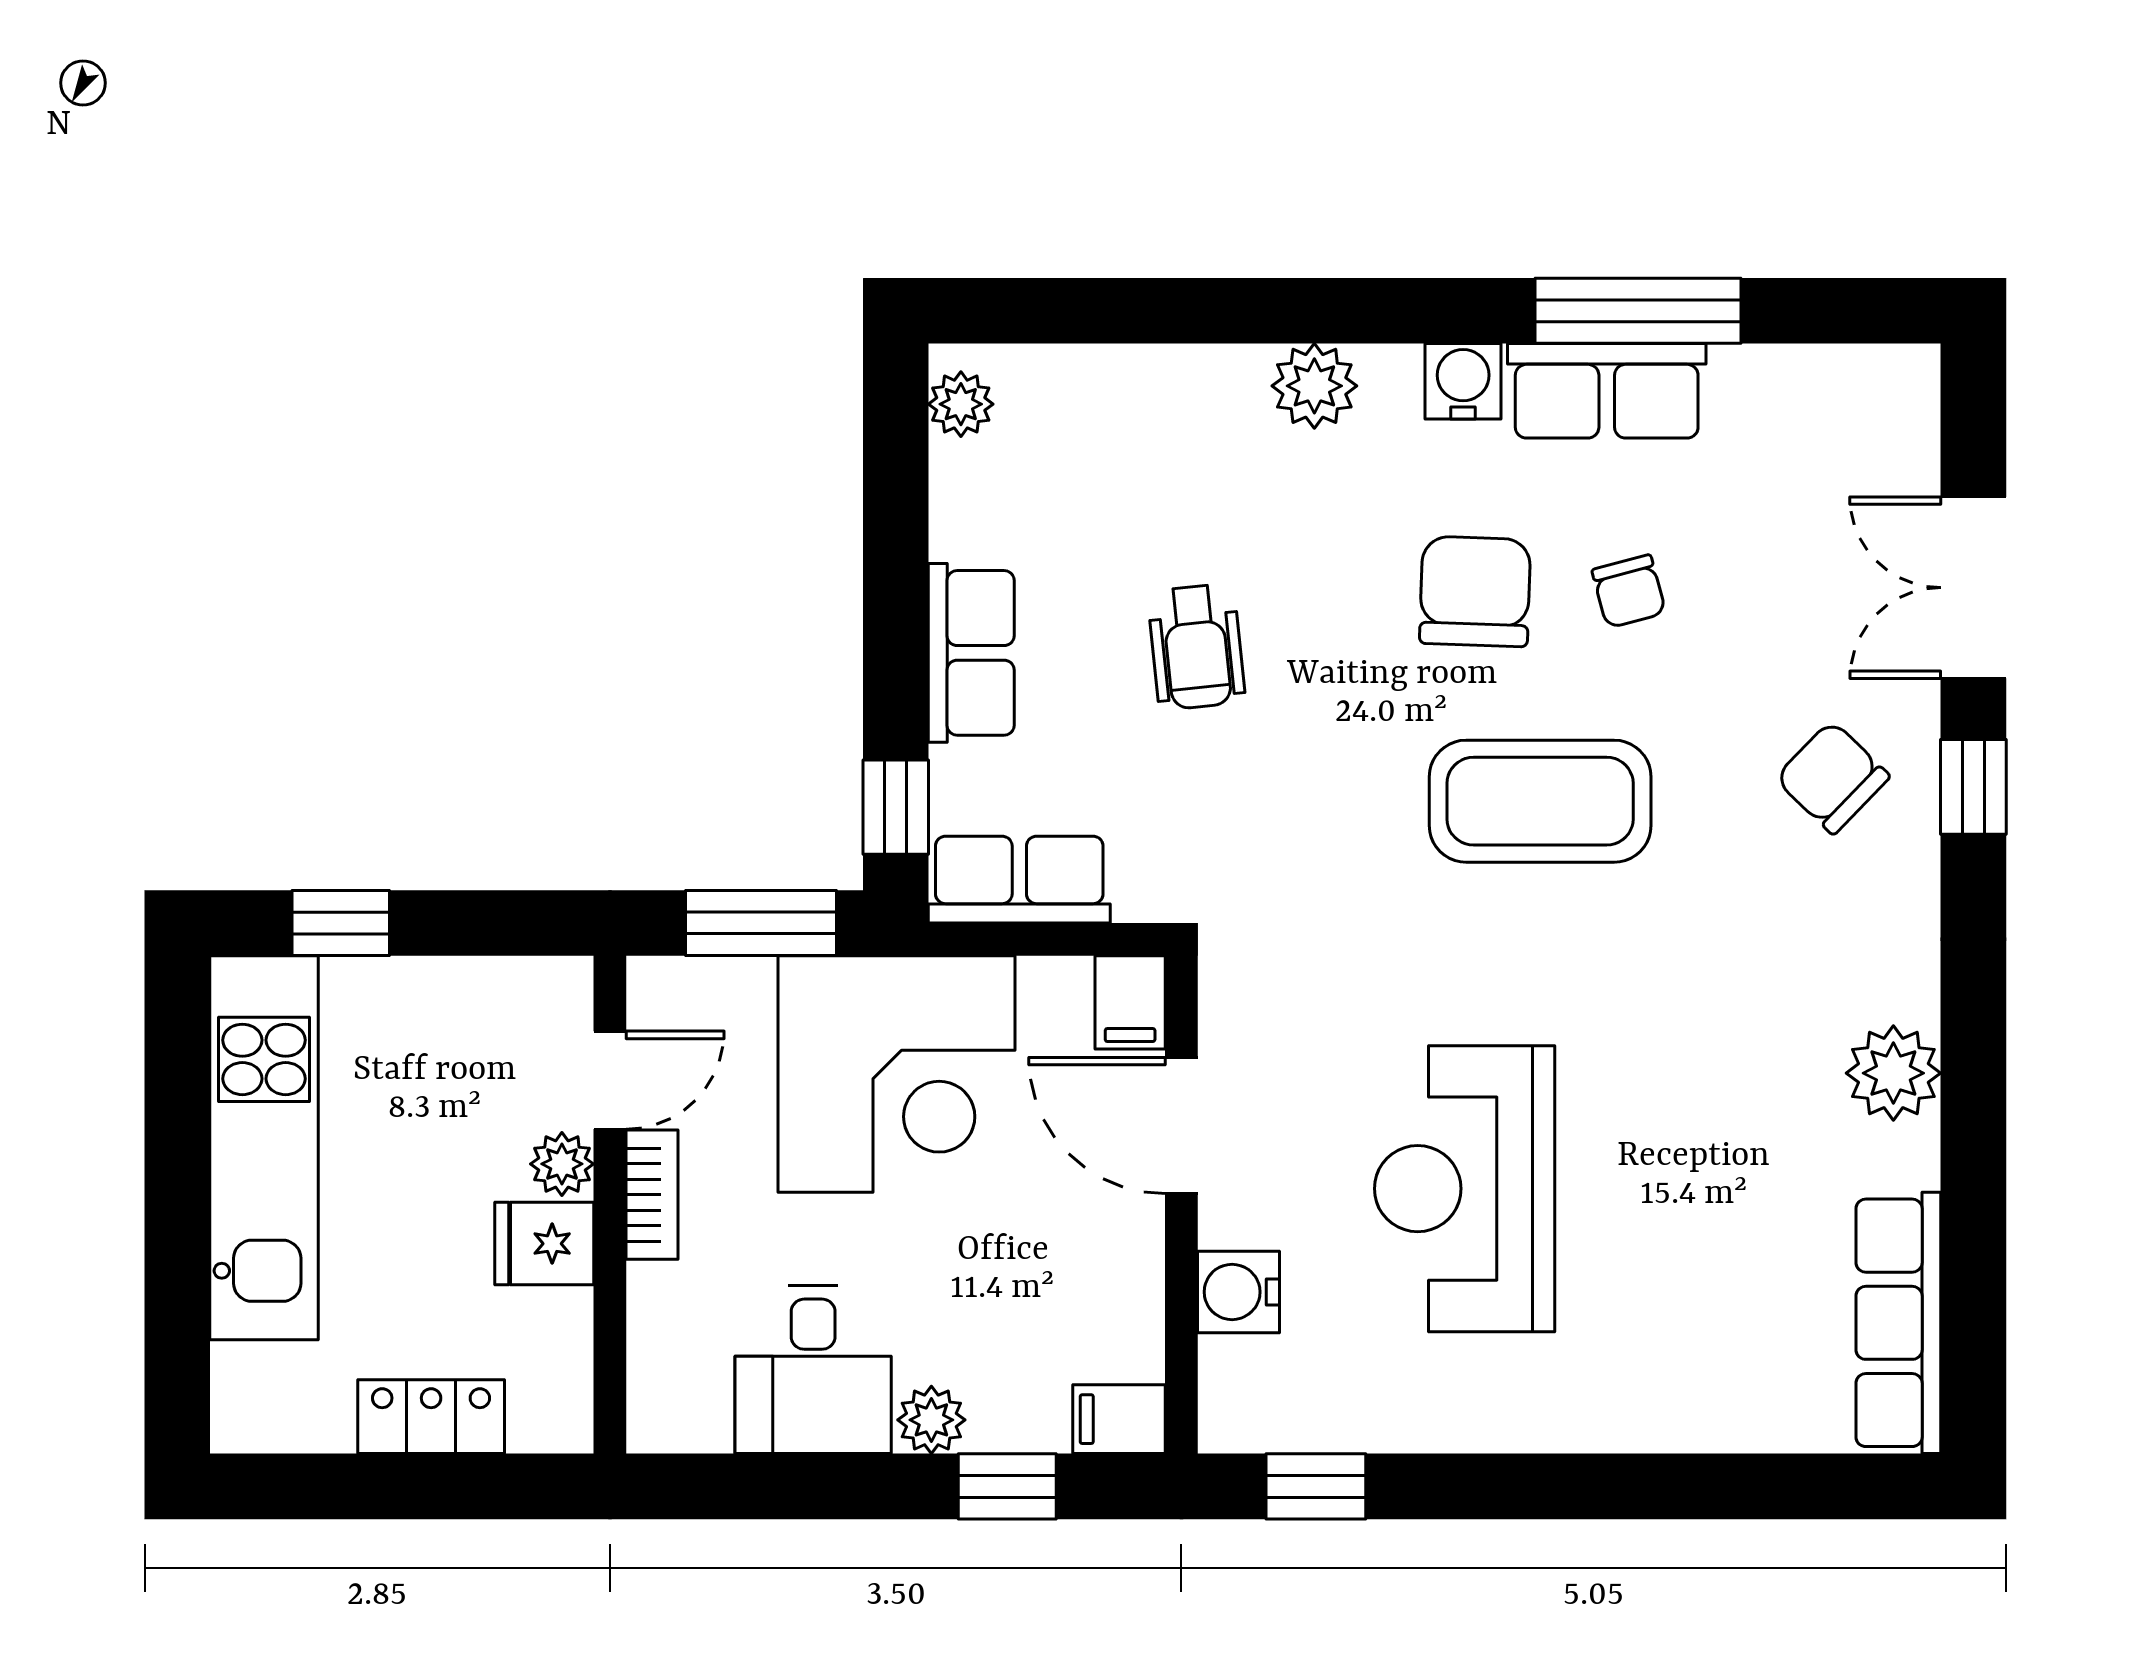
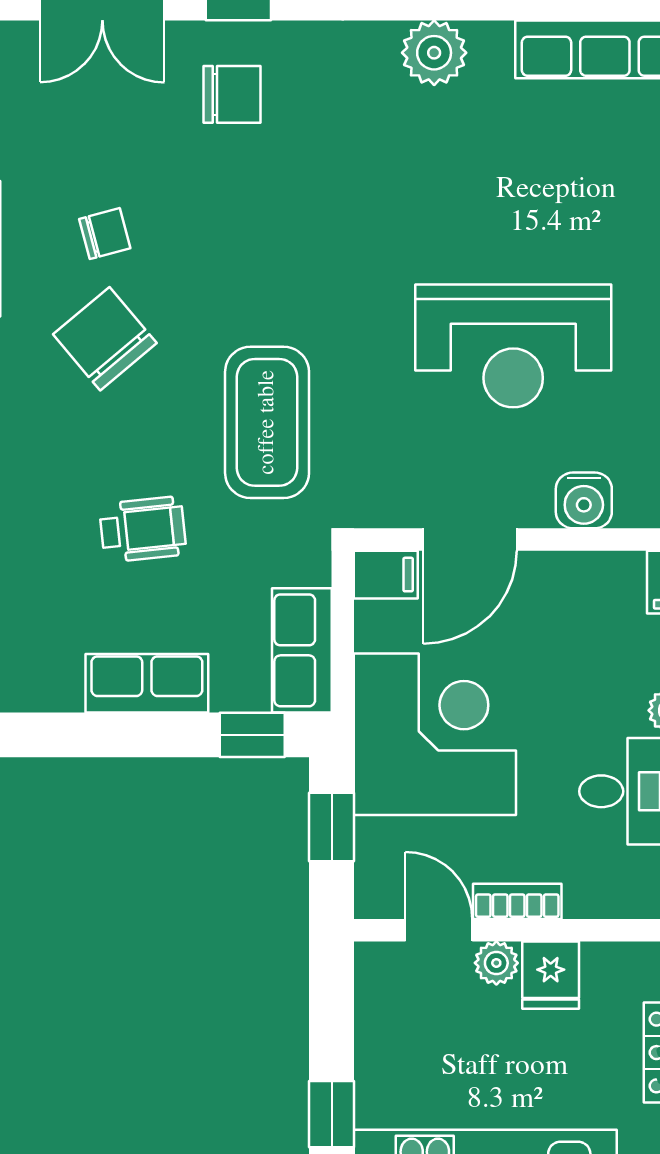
chair: (1475, 591) -> (105, 339), turned 48
chair: (1832, 777) -> (232, 94), turned -134
coffee table: (1540, 801) -> (267, 422), moved
window: (761, 923) -> (332, 827), width x0.67

